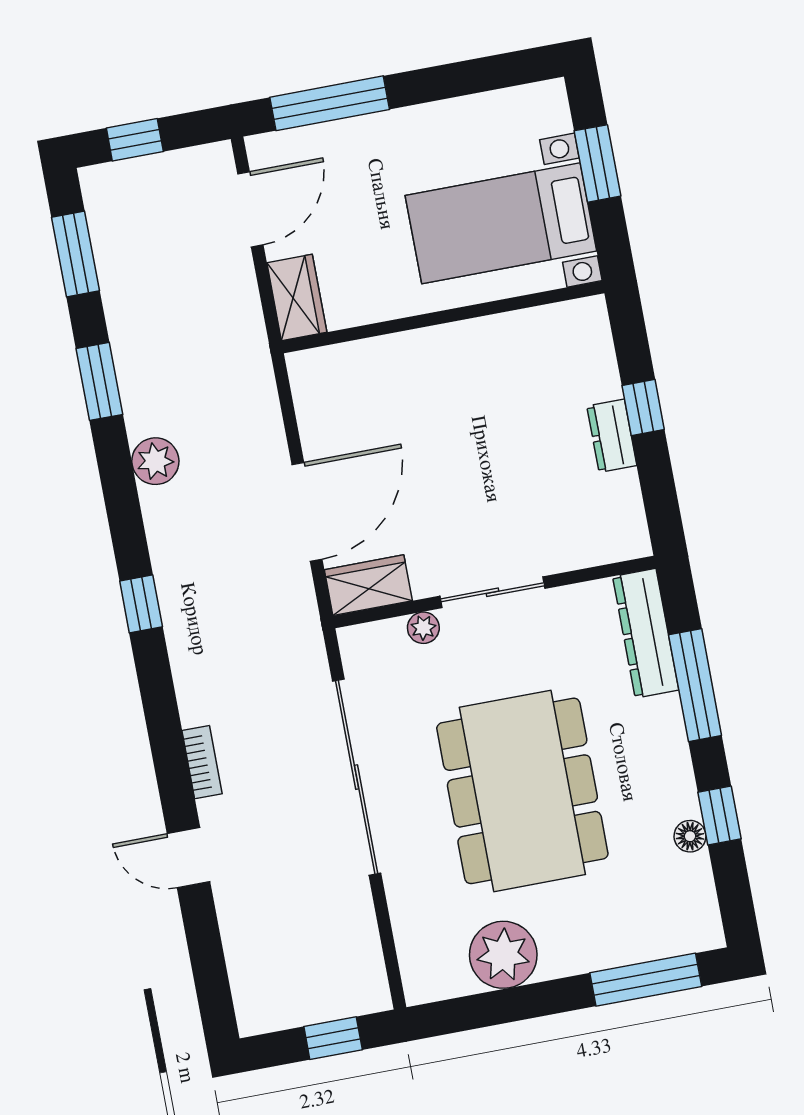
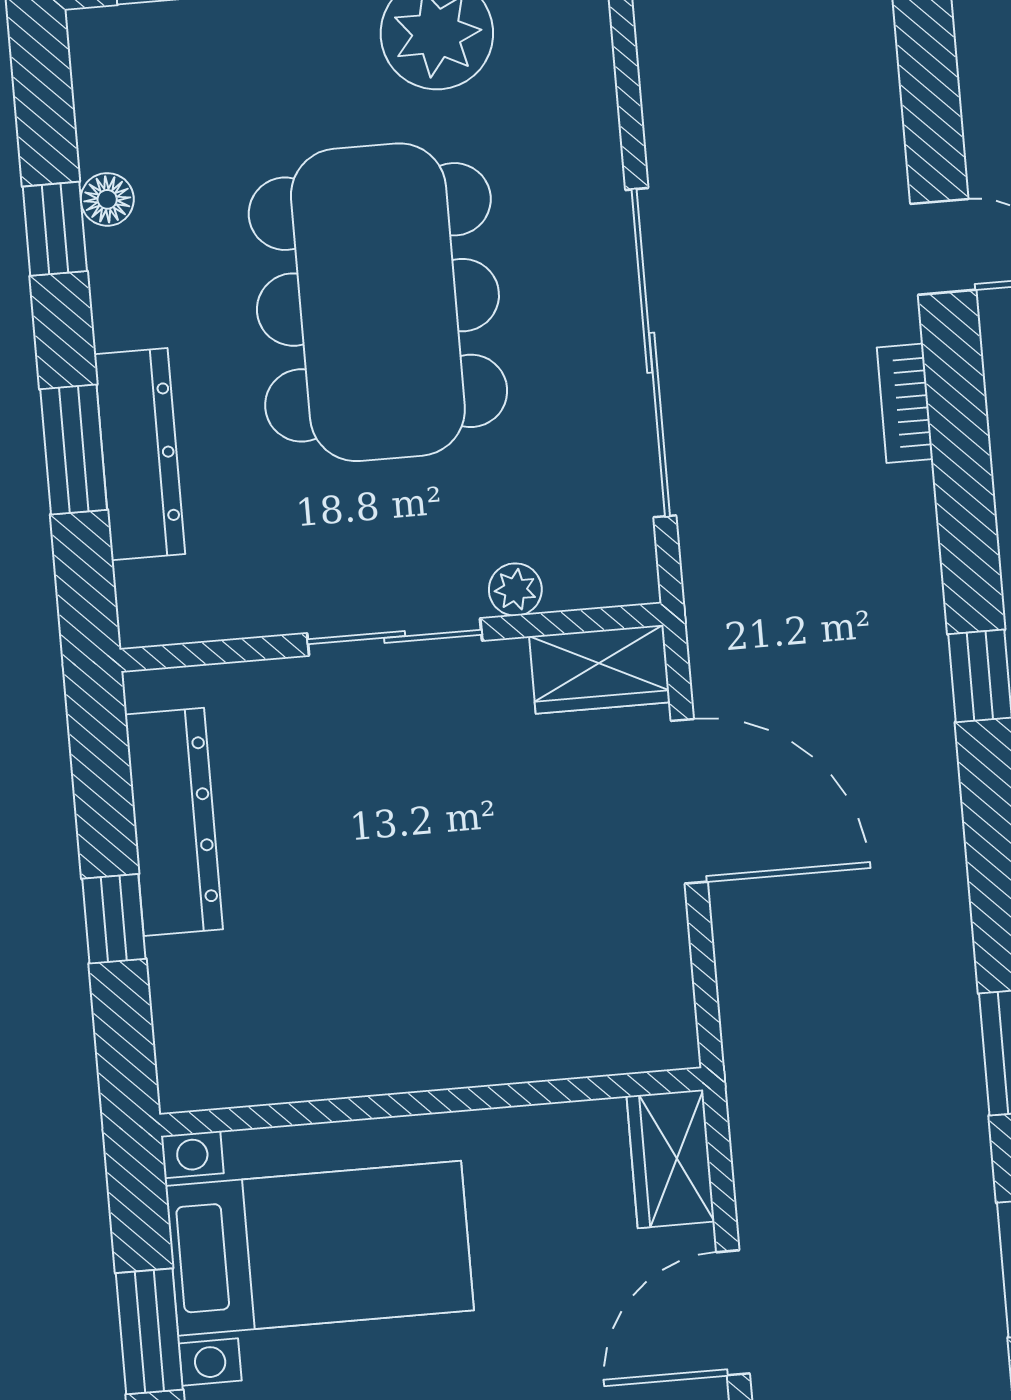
dresser: (612, 436) -> (174, 822), width x1.96, depth x1.24
plant: (155, 461) -> (932, 910), removed
door: (307, 512) -> (689, 801), swing flipped
dresser: (646, 633) -> (140, 454), moved
window: (695, 685) -> (74, 449), width x0.69

